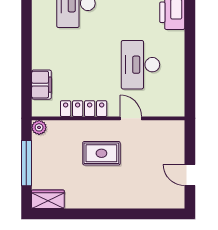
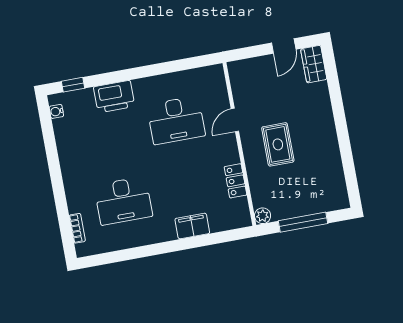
filing cabinet: (41, 85) -> (192, 226), moved
locker: (84, 109) -> (235, 181), width x0.66
wardrobe: (48, 199) -> (314, 64), moved

